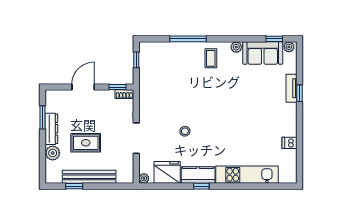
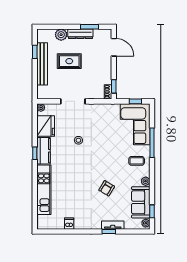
corner sofa: (165, 60) -> (135, 124), added
door: (83, 87) -> (114, 47), moved
armchair: (245, 96) -> (107, 188), added
rug: (86, 143) -> (69, 61), turned 90

